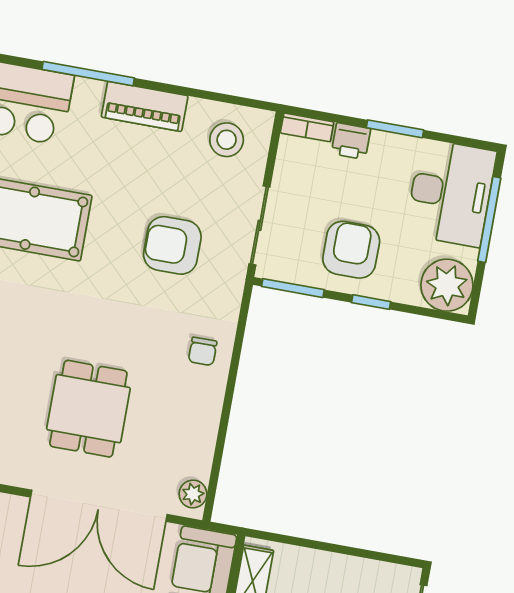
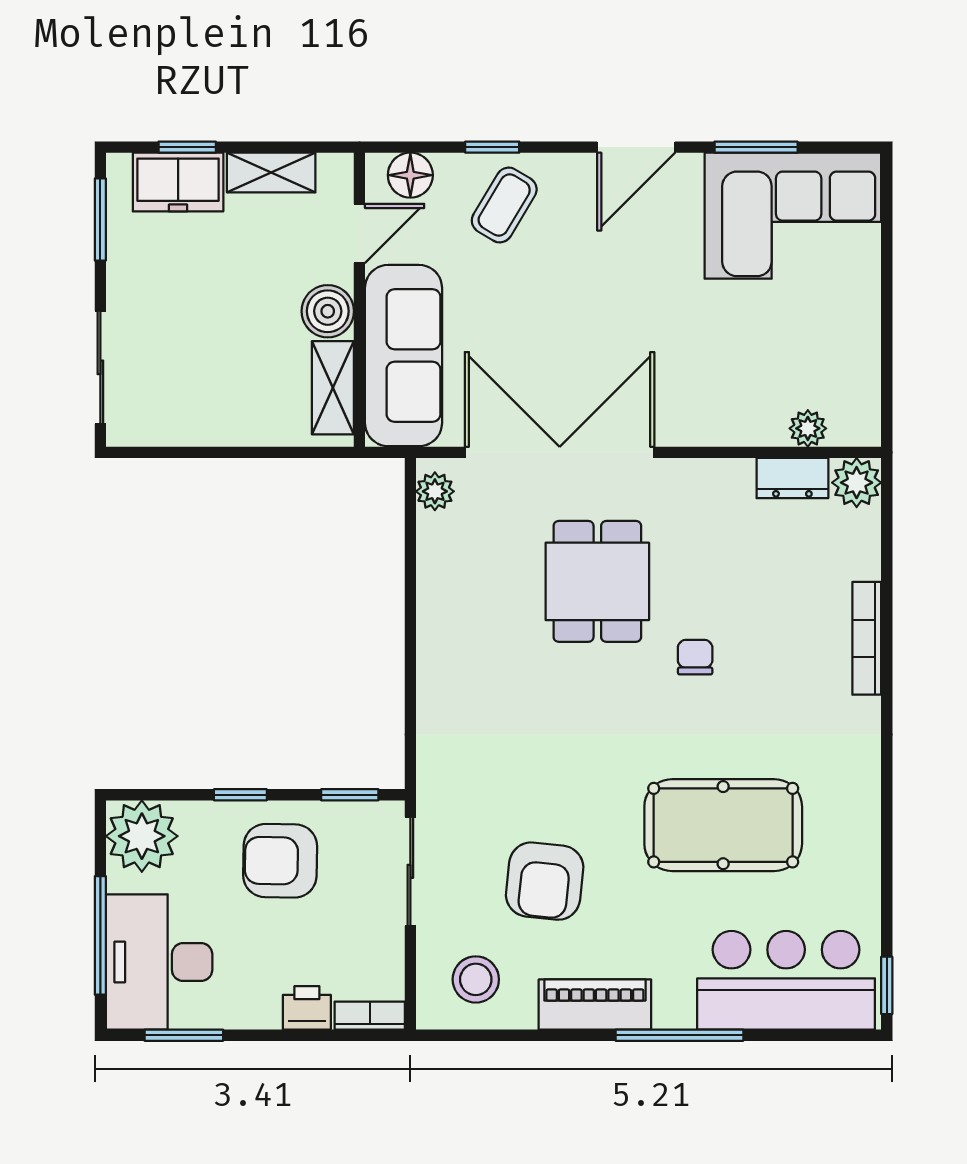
window: (395, 129) -> (184, 1035), moved
armchair: (172, 245) -> (545, 881), moved, turned 96
armchair: (351, 250) -> (280, 861), turned 91
window: (293, 288) -> (350, 795), width x0.67
chair: (203, 351) -> (695, 657), moved

